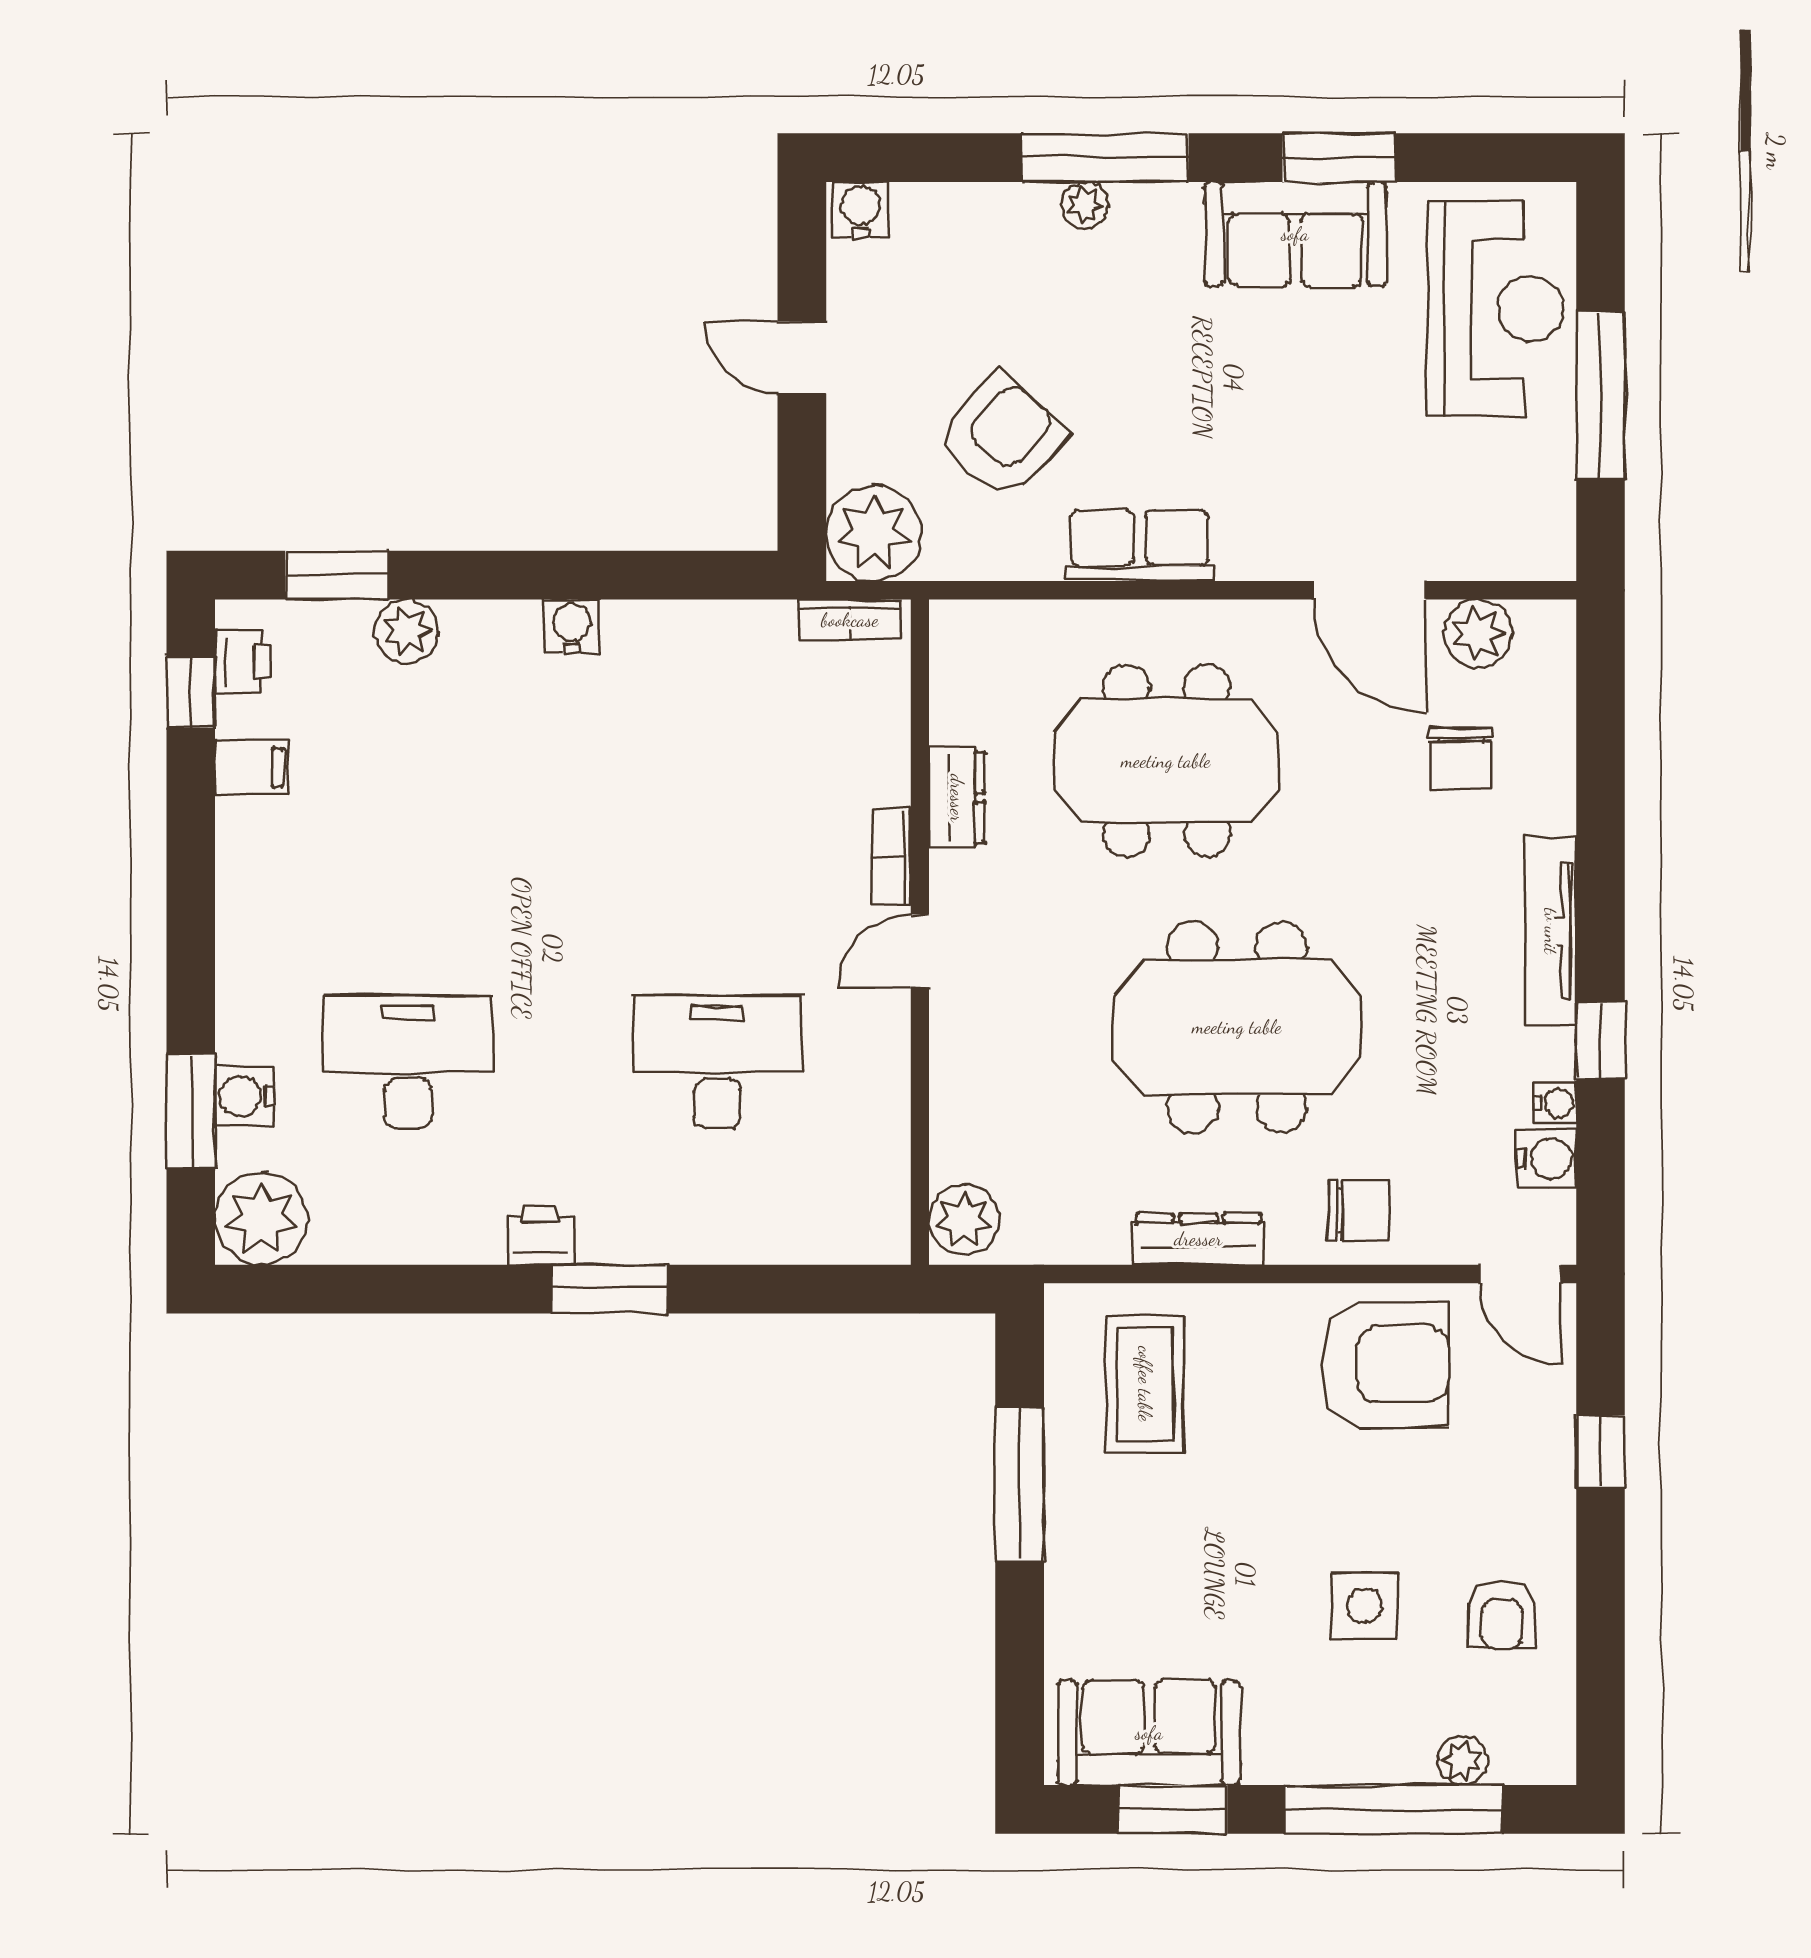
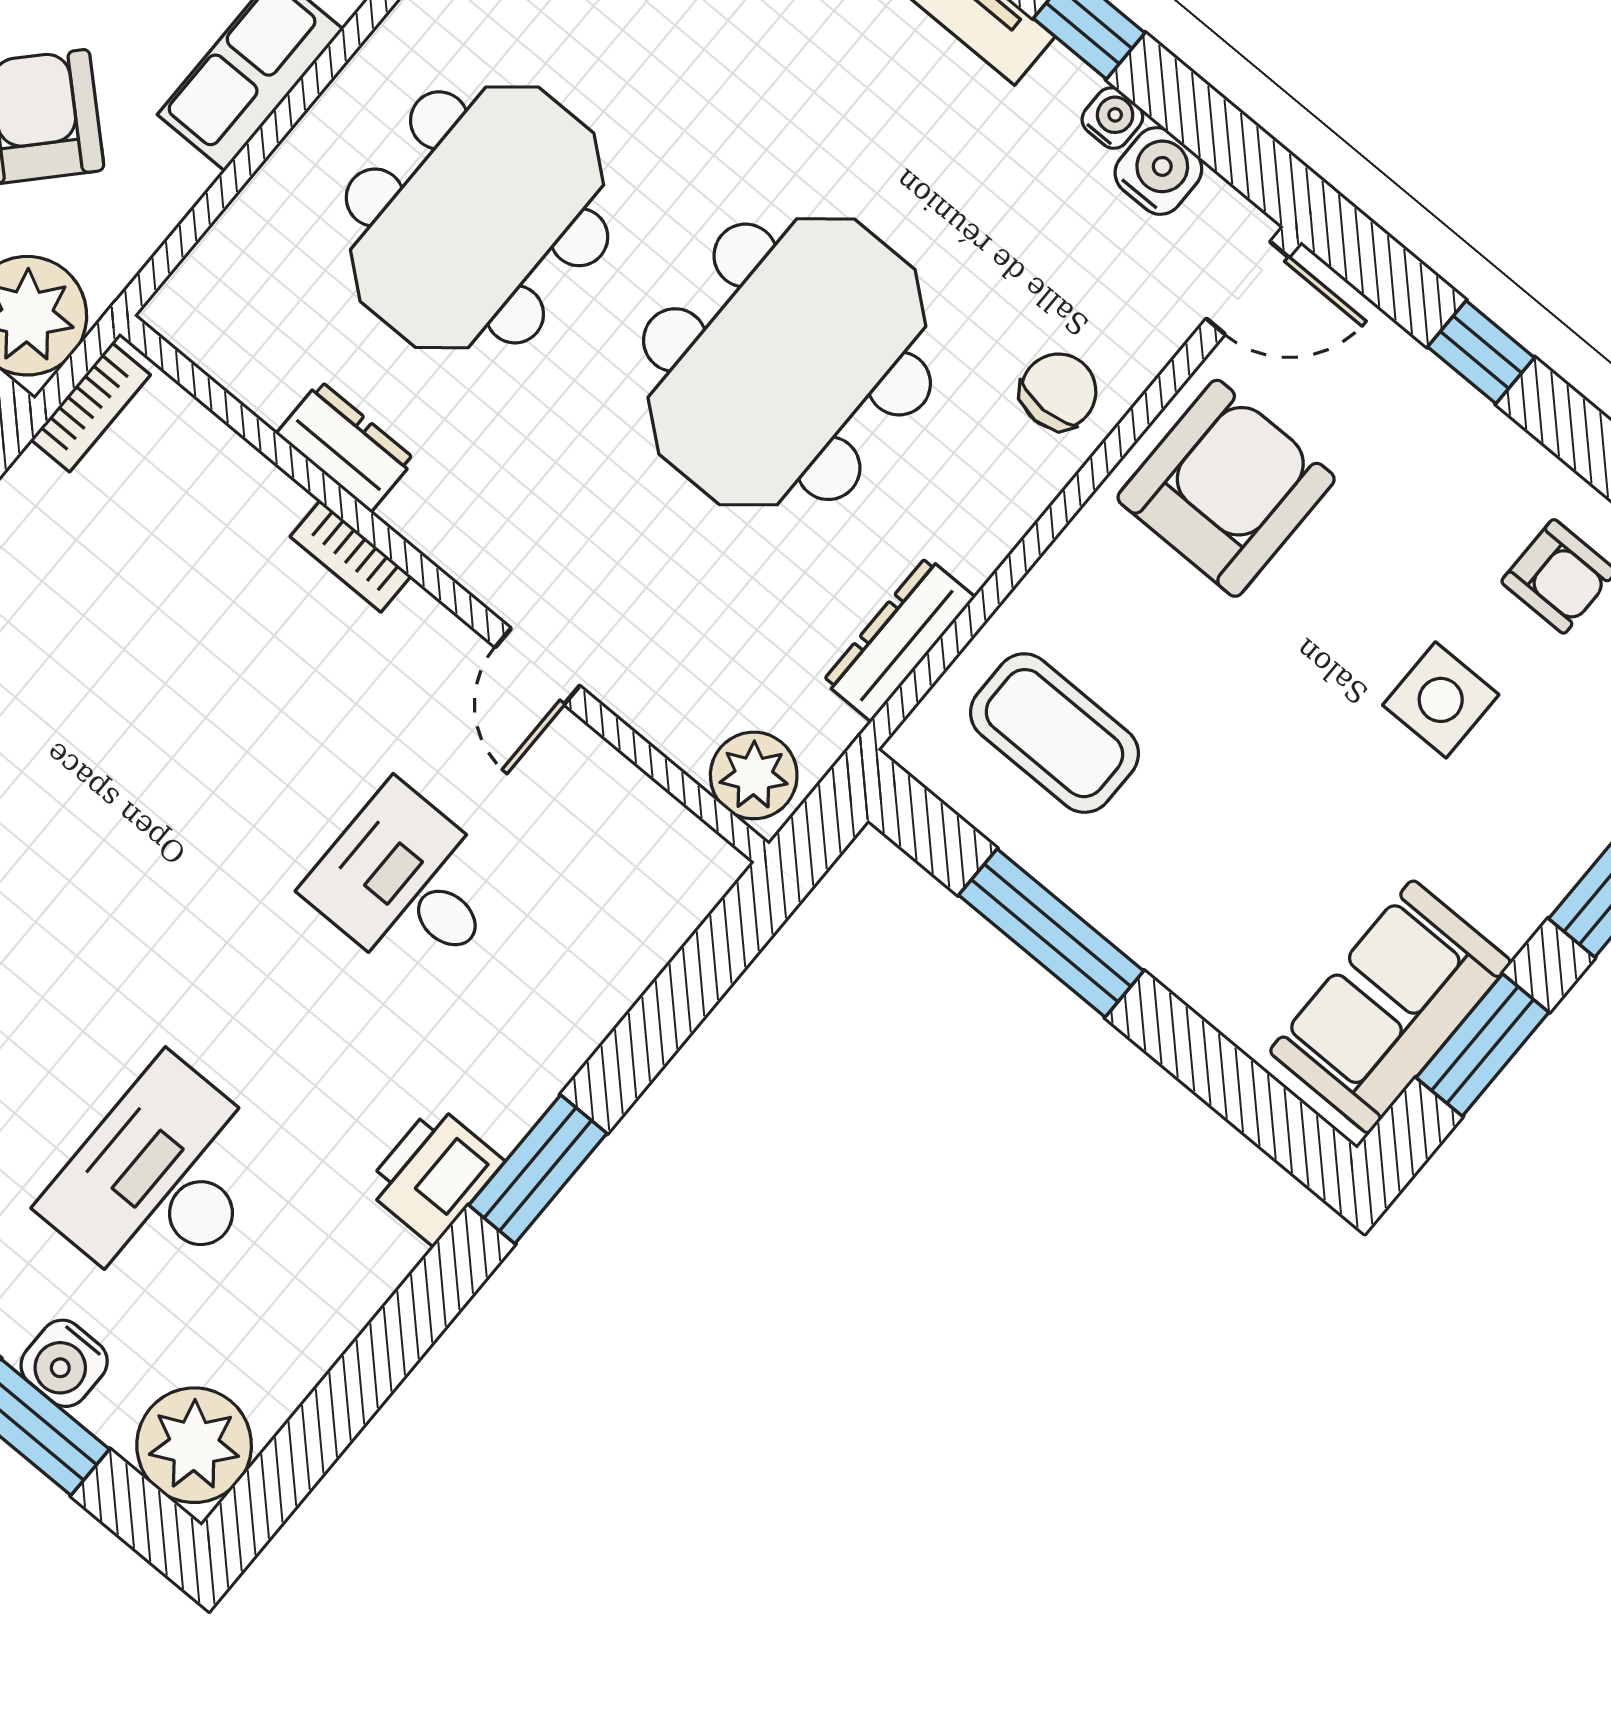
door: (920, 951) -> (537, 666), moved
desk: (718, 1062) -> (407, 885), width x0.73
printer: (540, 1235) -> (434, 1175), width x1.36, depth x1.24
dresser: (1198, 1239) -> (899, 639), moved

